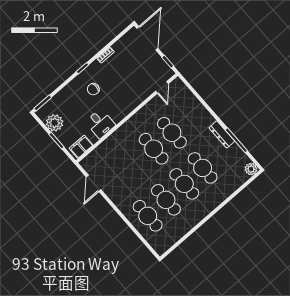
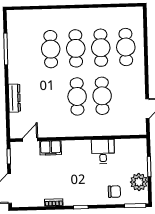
chair: (93, 89) -> (114, 192), moved
cafe table: (172, 133) -> (102, 96), moved
dresser: (222, 134) -> (14, 98), moved
filing cabinet: (81, 147) -> (51, 148), moved
plant: (251, 169) -> (13, 16), removed

